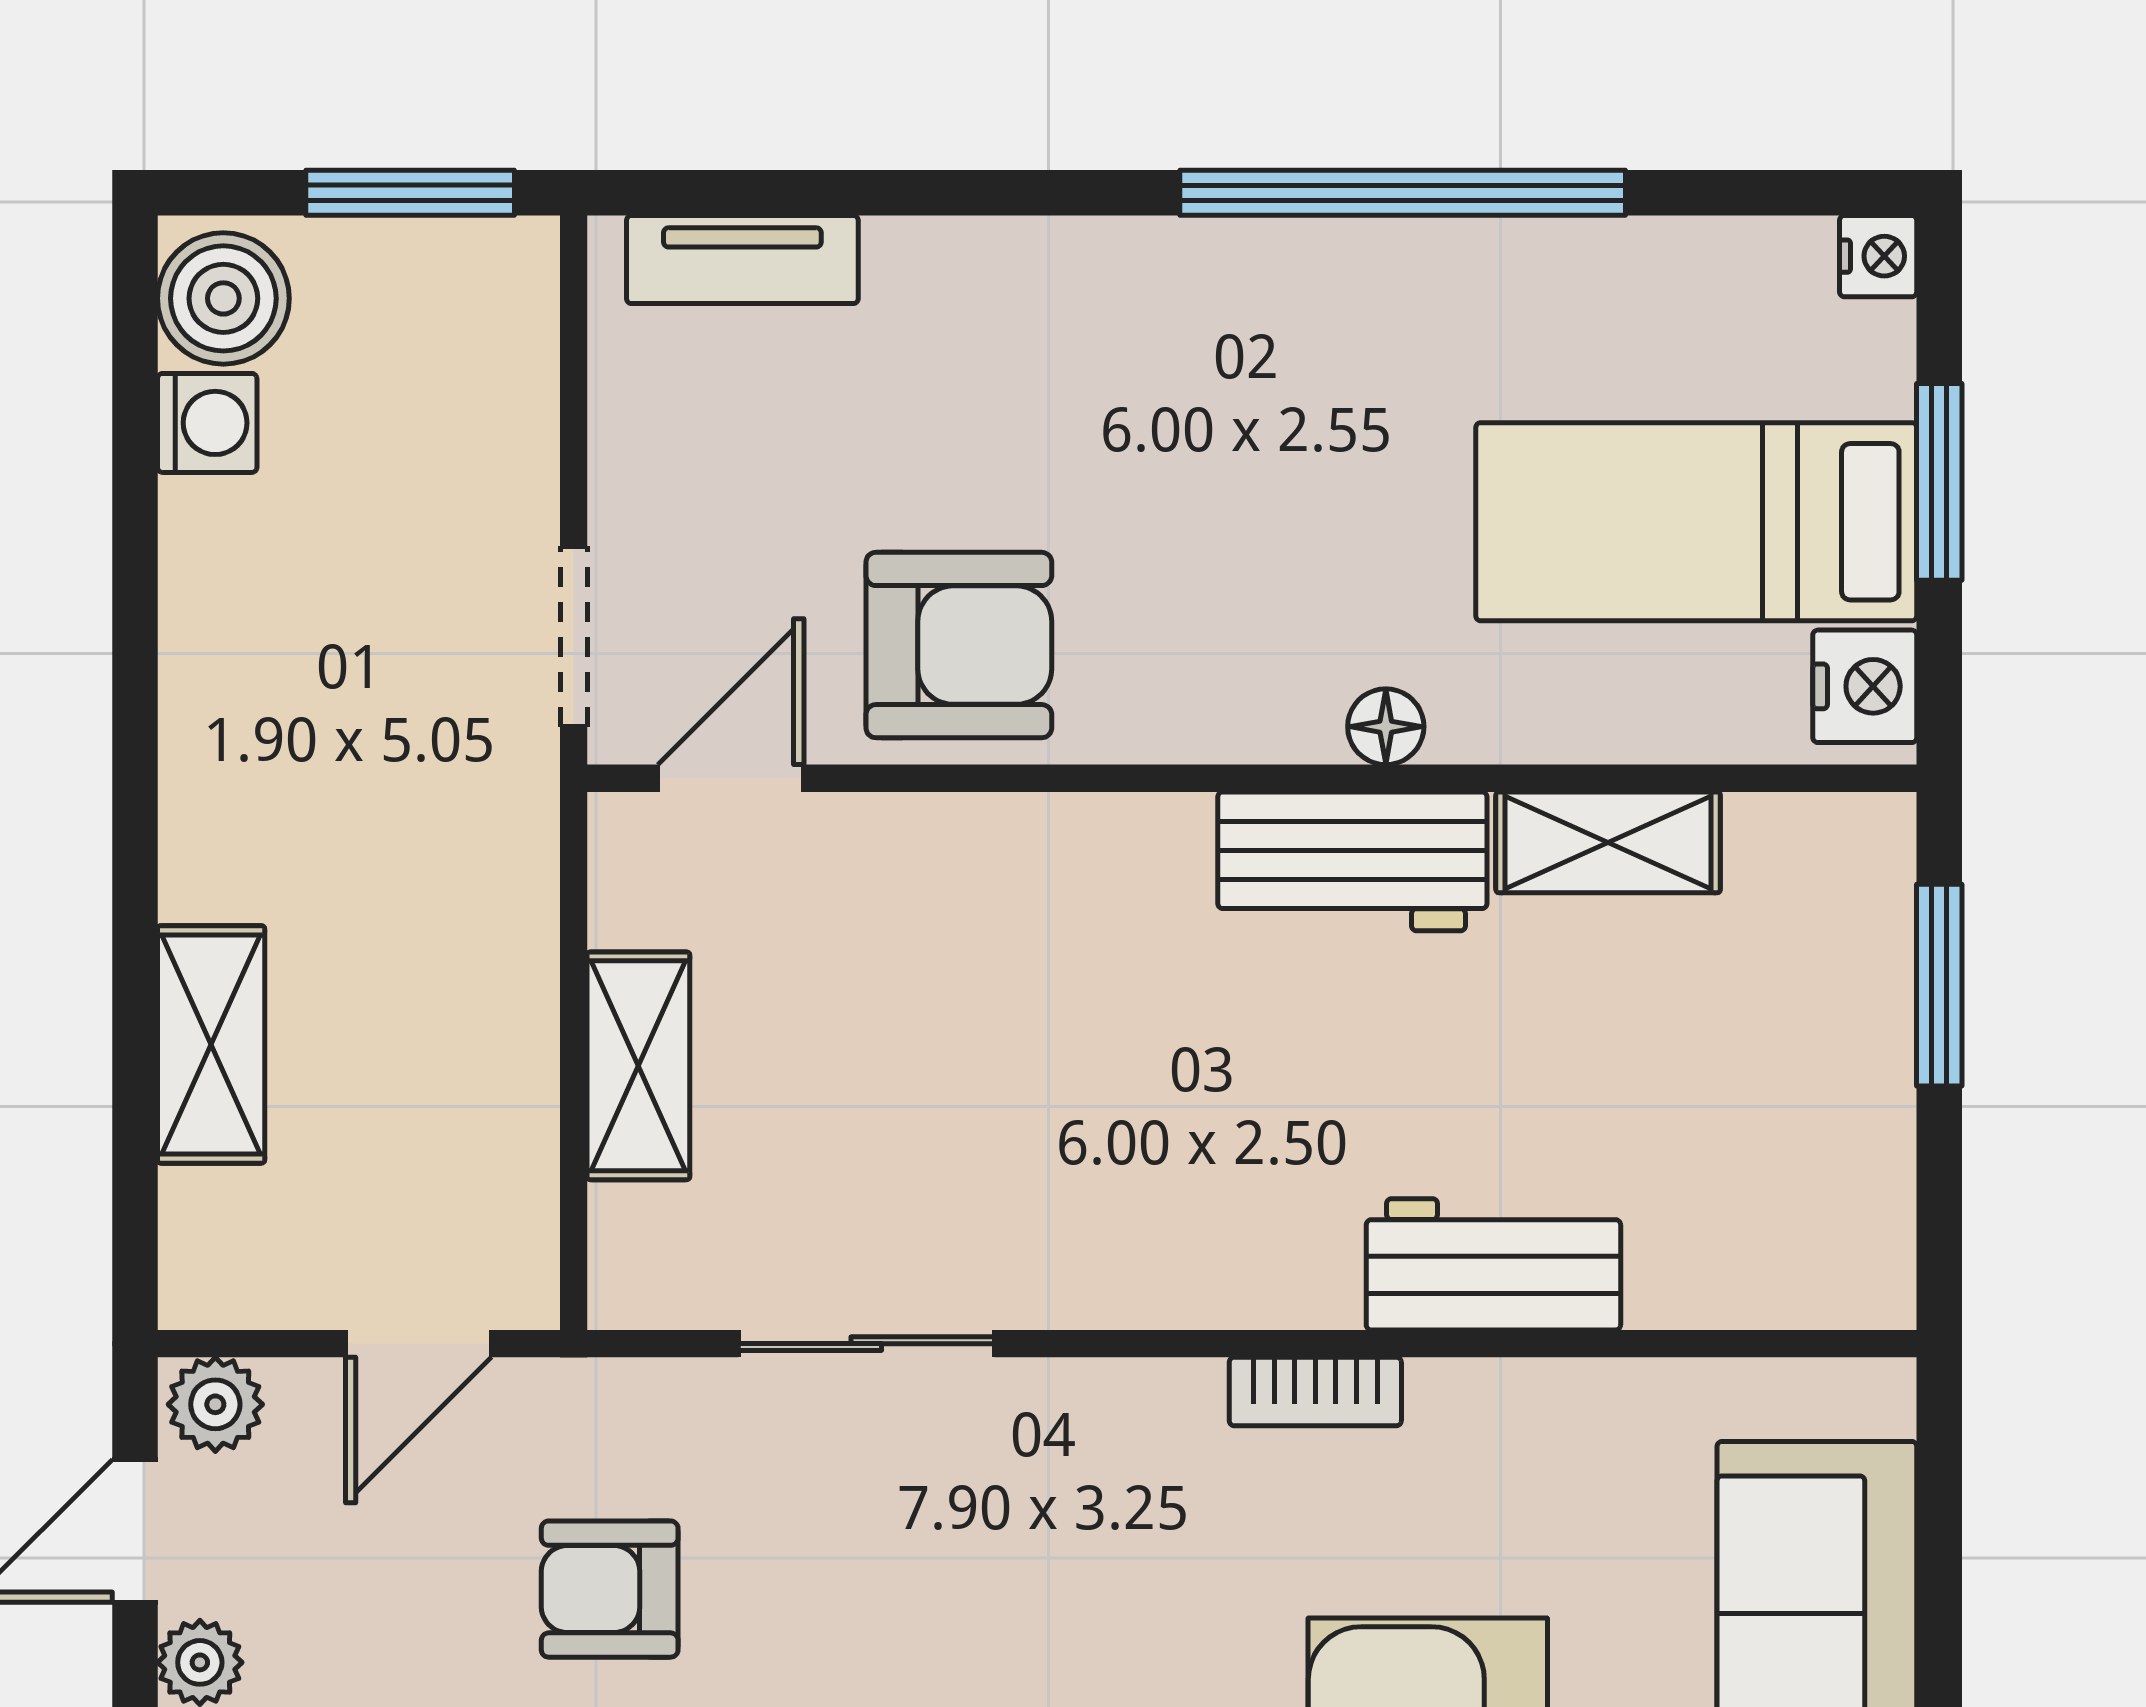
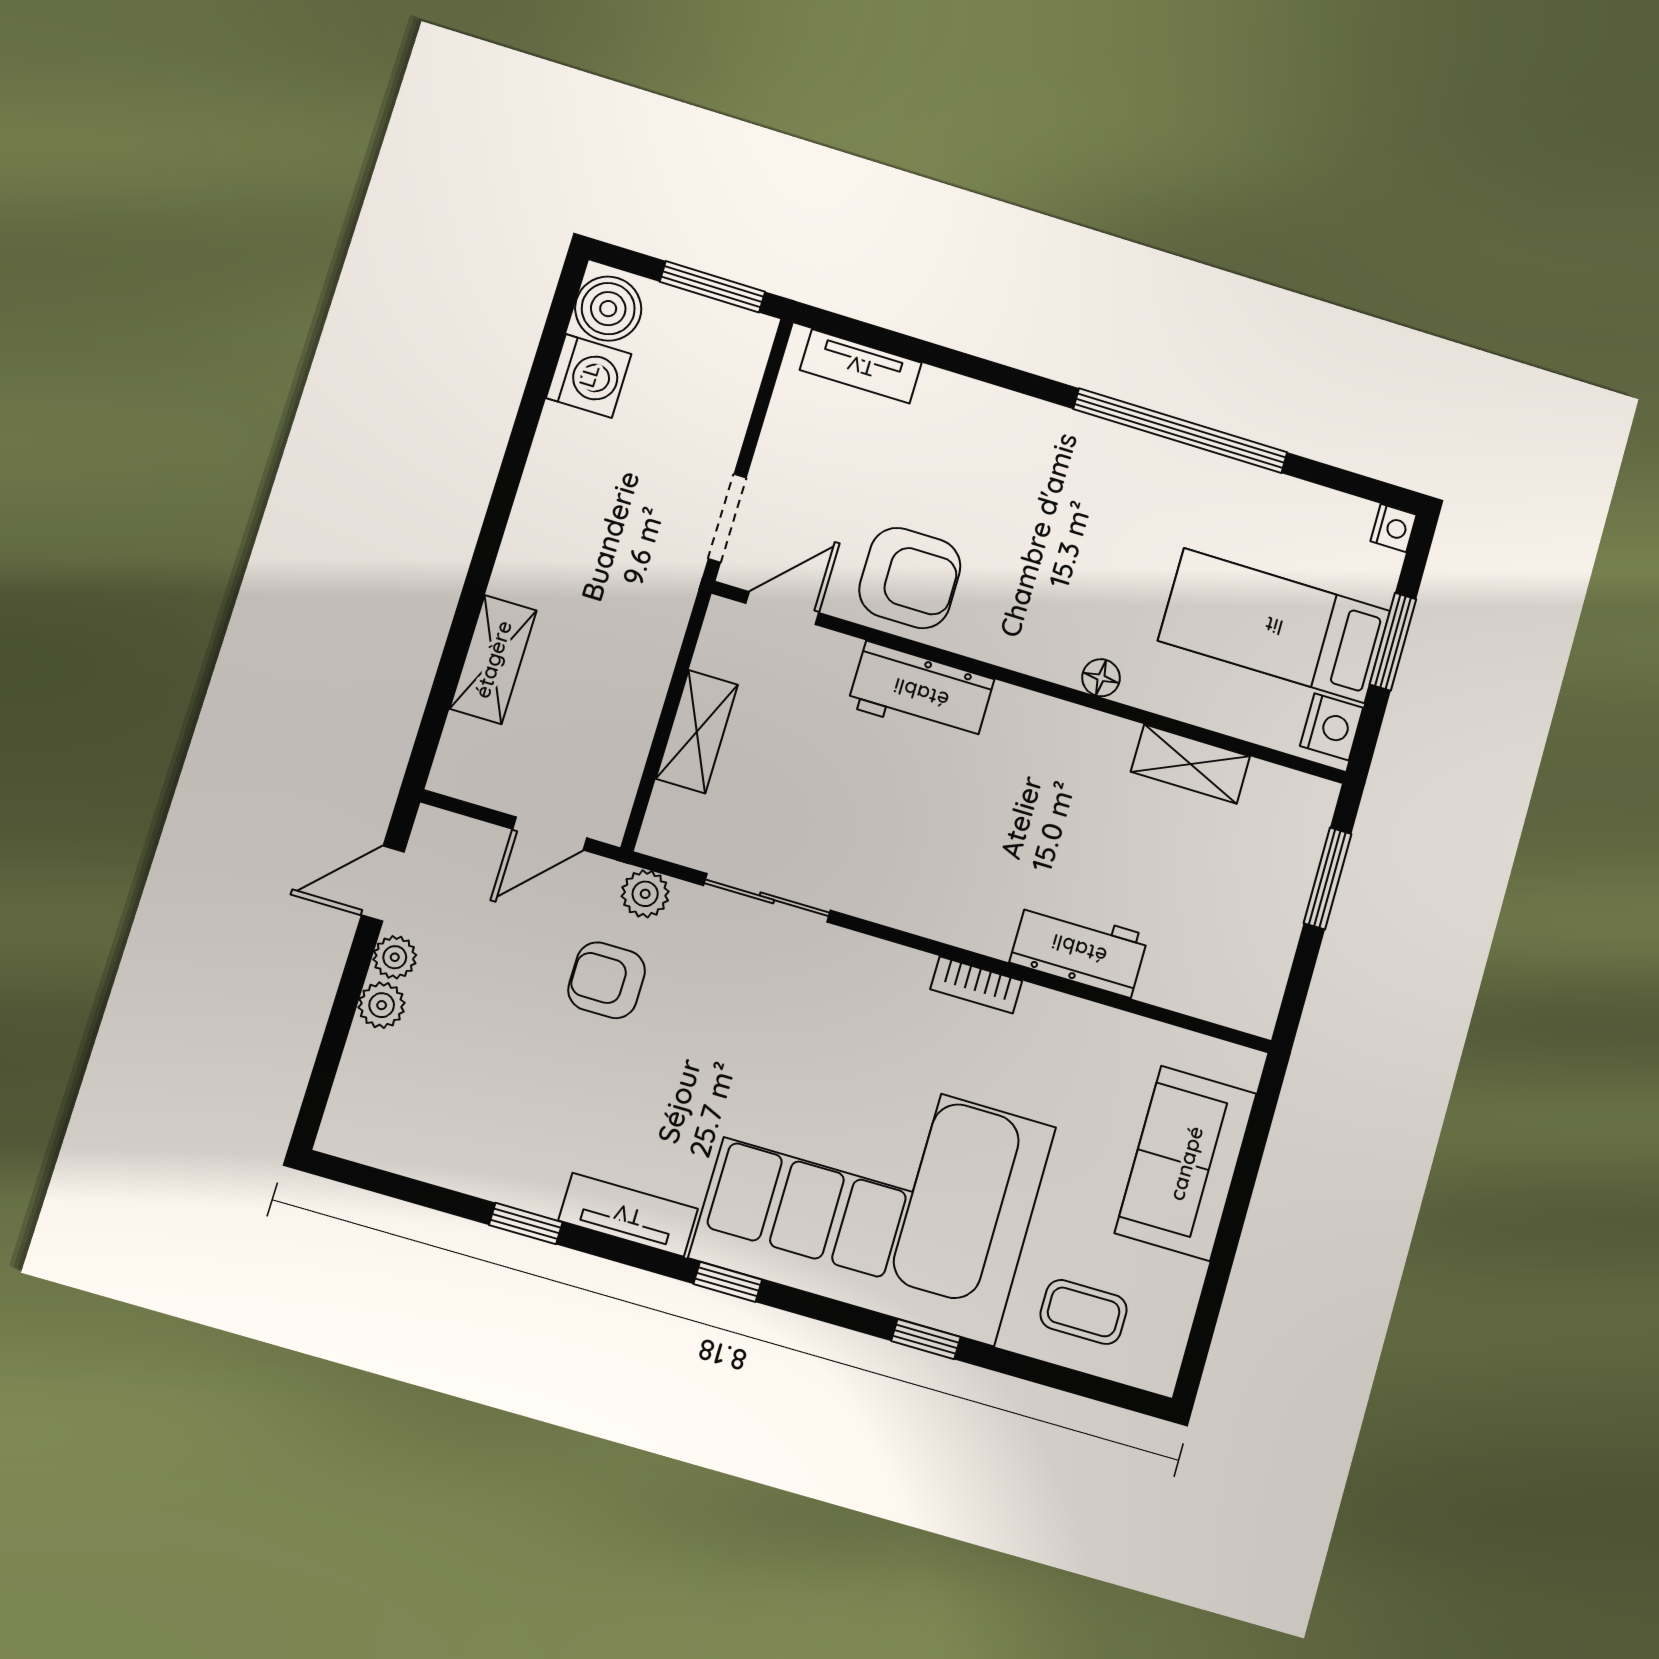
washing machine: (207, 423) -> (589, 376), width x1.38, depth x1.38
workbench: (1352, 861) -> (921, 693), moved
plant: (215, 1404) -> (645, 894), moved

